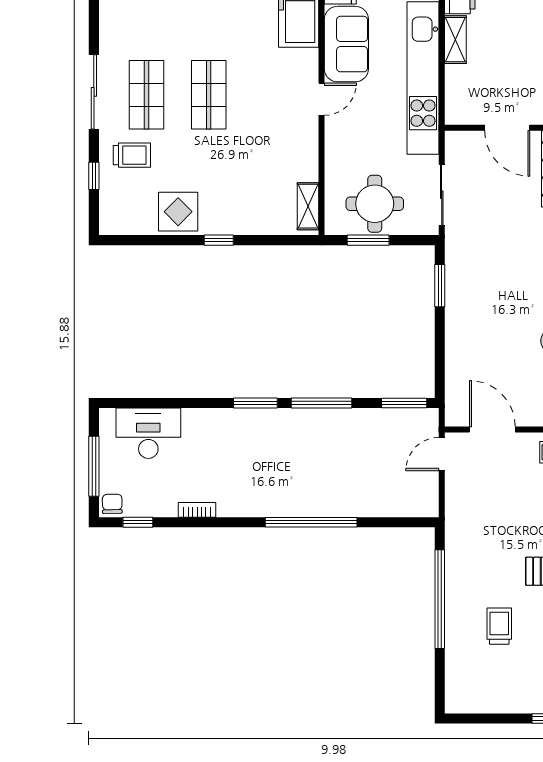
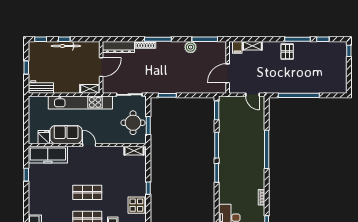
shelving: (455, 40) -> (90, 89), moved
door: (442, 454) -> (252, 95), moved
trolley: (499, 626) -> (310, 70), removed

